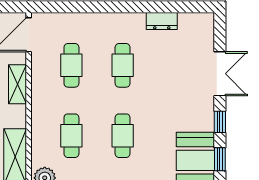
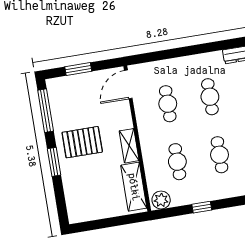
shelving: (18, 84) -> (129, 146), moved

